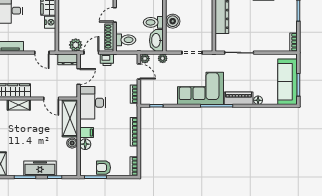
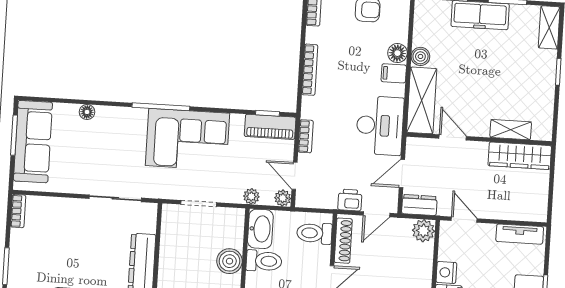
plant: (76, 45) -> (423, 231), moved
piano: (239, 98) -> (270, 127), moved

